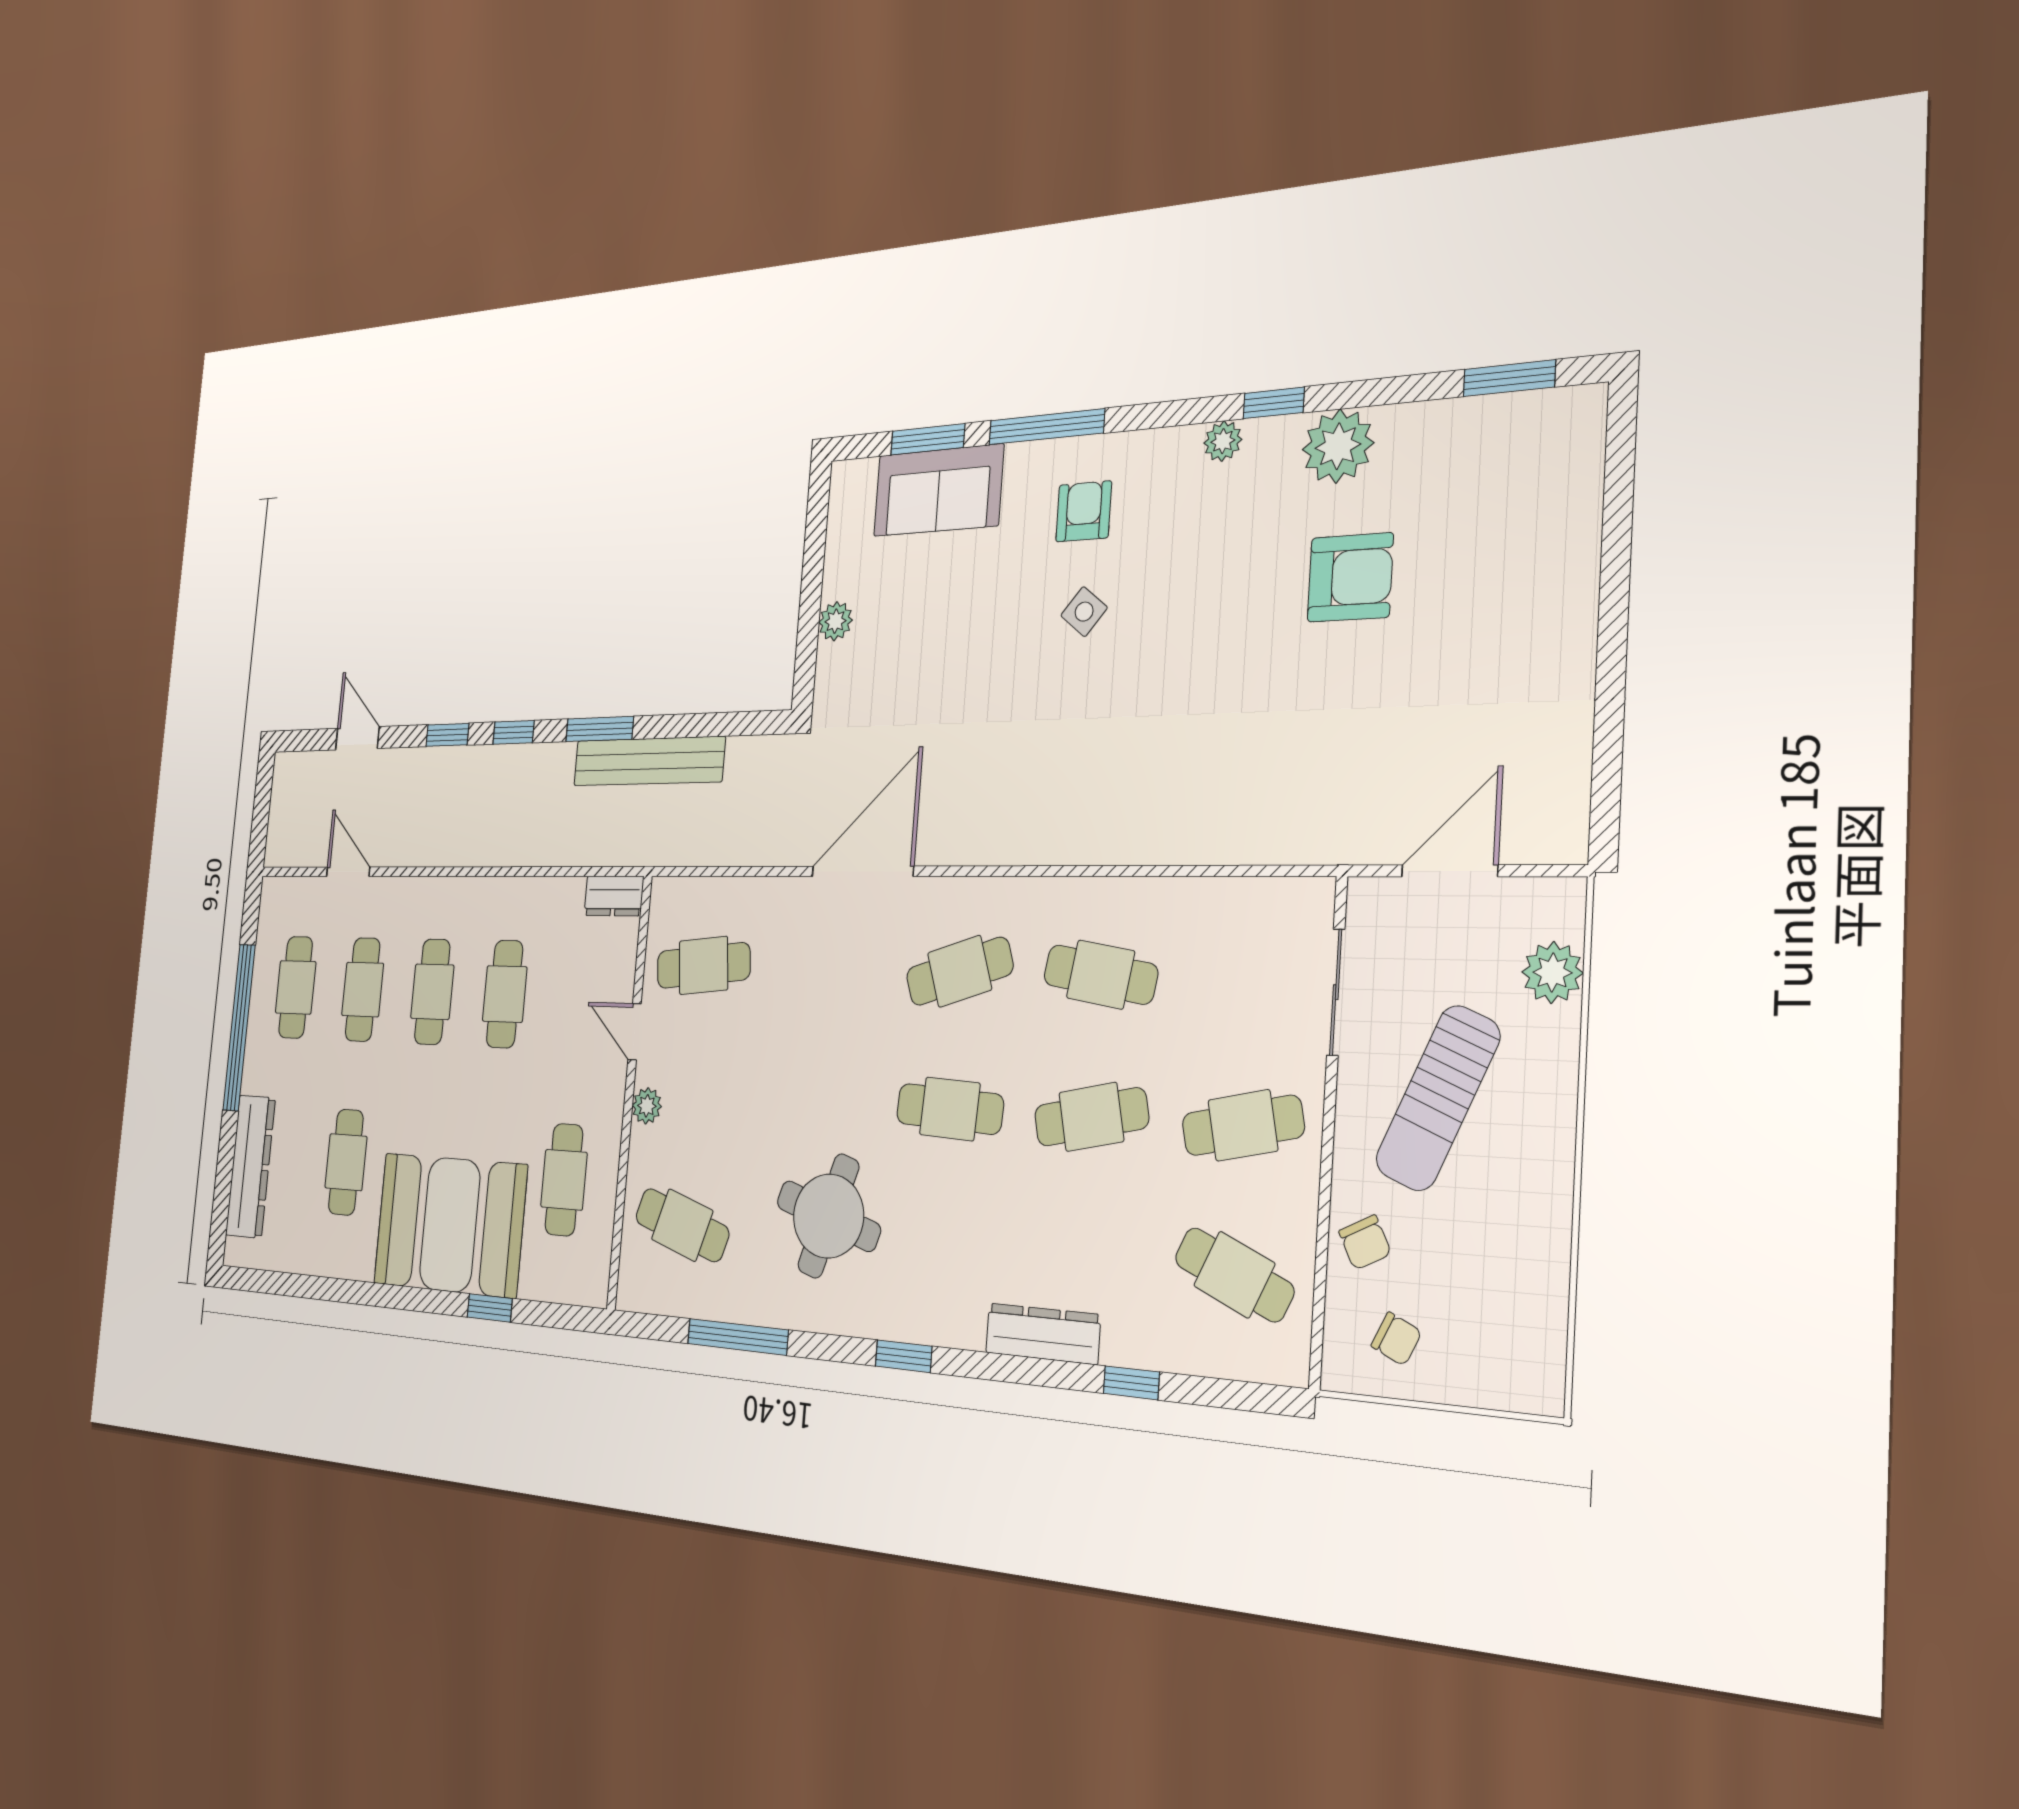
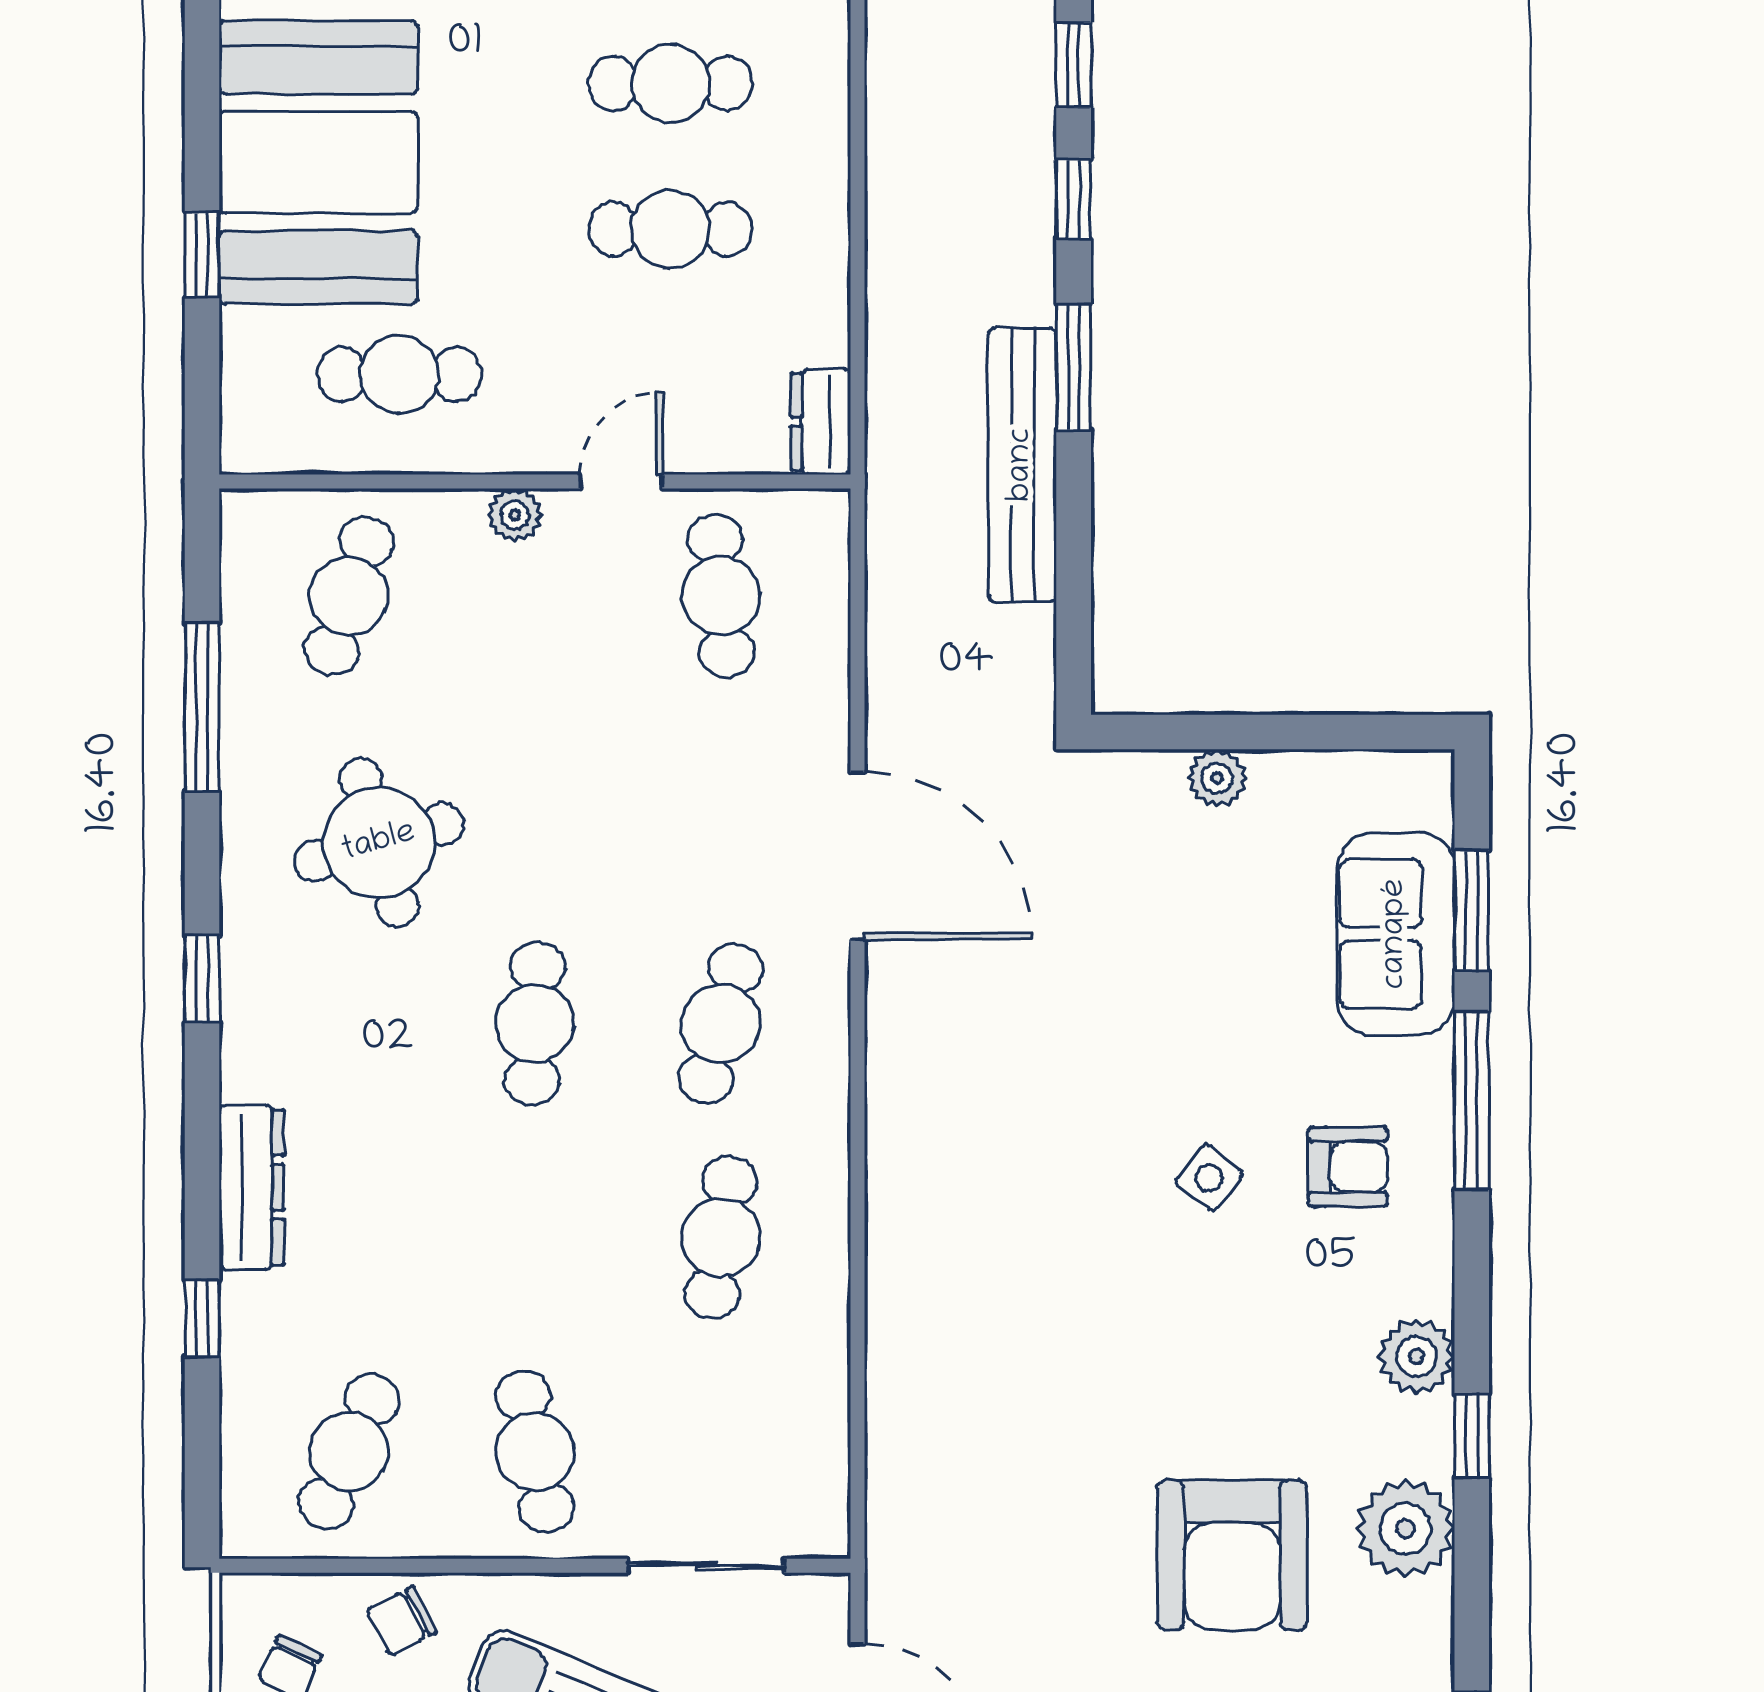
plant: (1223, 441) -> (1417, 1356), width x1.38, depth x1.38
armchair: (1350, 577) -> (1232, 1555), width x1.36, depth x1.36
cafe table: (960, 971) -> (721, 1024), turned 33
cafe table: (1091, 1117) -> (535, 1238), removed
round table: (828, 1216) -> (379, 843), turned -34

